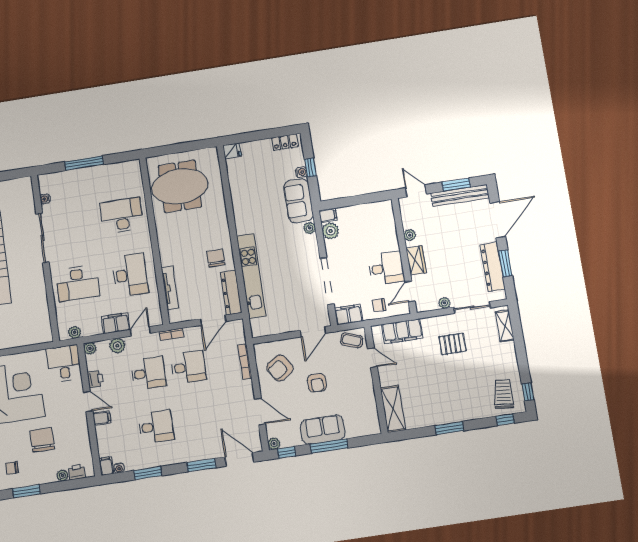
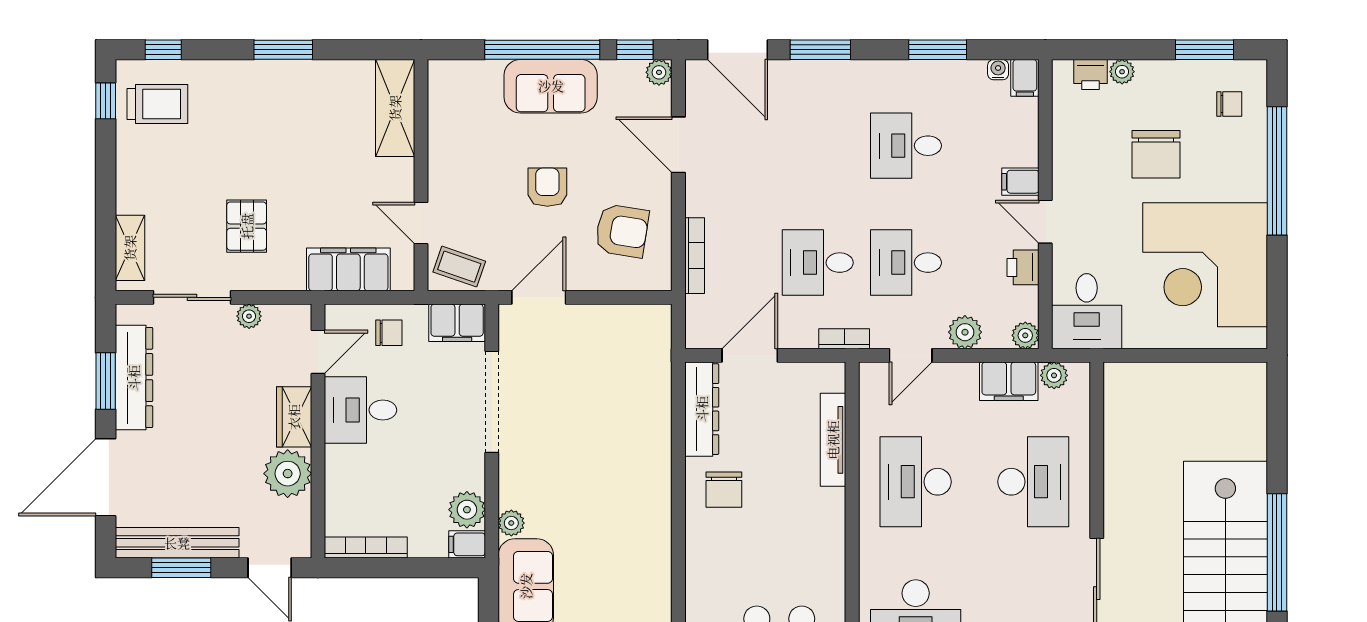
bookcase: (374, 207) -> (366, 547), added
plant: (410, 235) -> (288, 474), width x1.88, depth x1.88
kitchen unit: (251, 276) -> (653, 439), removed
desk: (77, 283) -> (1033, 482), turned 90
filing cabinet: (116, 323) -> (1009, 381), moved
pallet: (452, 344) -> (247, 226), turned 90
armchair: (280, 368) -> (622, 231), turned 42
trolley: (503, 394) -> (157, 104), turned -96
window: (329, 446) -> (542, 50), width x1.46

